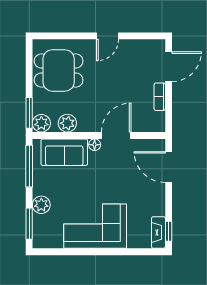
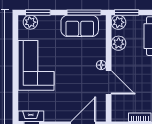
sofa: (64, 152) -> (80, 26), moved, turned -90
plant: (41, 205) -> (30, 22), moved

